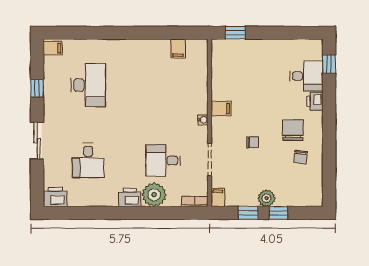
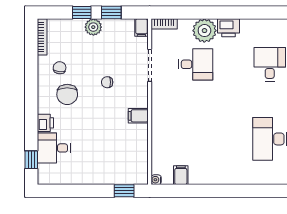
water cooler: (203, 120) -> (156, 180), moved
bookcase: (318, 188) -> (42, 37), added

